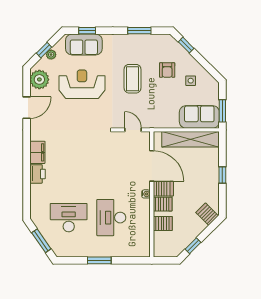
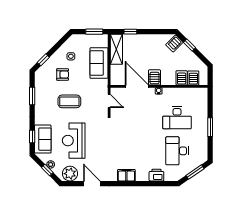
sofa: (199, 117) -> (99, 63), moved
door: (133, 130) -> (109, 101), swing flipped
shelving: (190, 139) -> (116, 49), width x0.68
door: (152, 166) -> (137, 86), hinge flipped
printer: (37, 174) -> (156, 175), moved
window: (222, 175) -> (130, 32), moved
server rack: (163, 204) -> (193, 78), moved
window: (193, 246) -> (189, 45), moved

